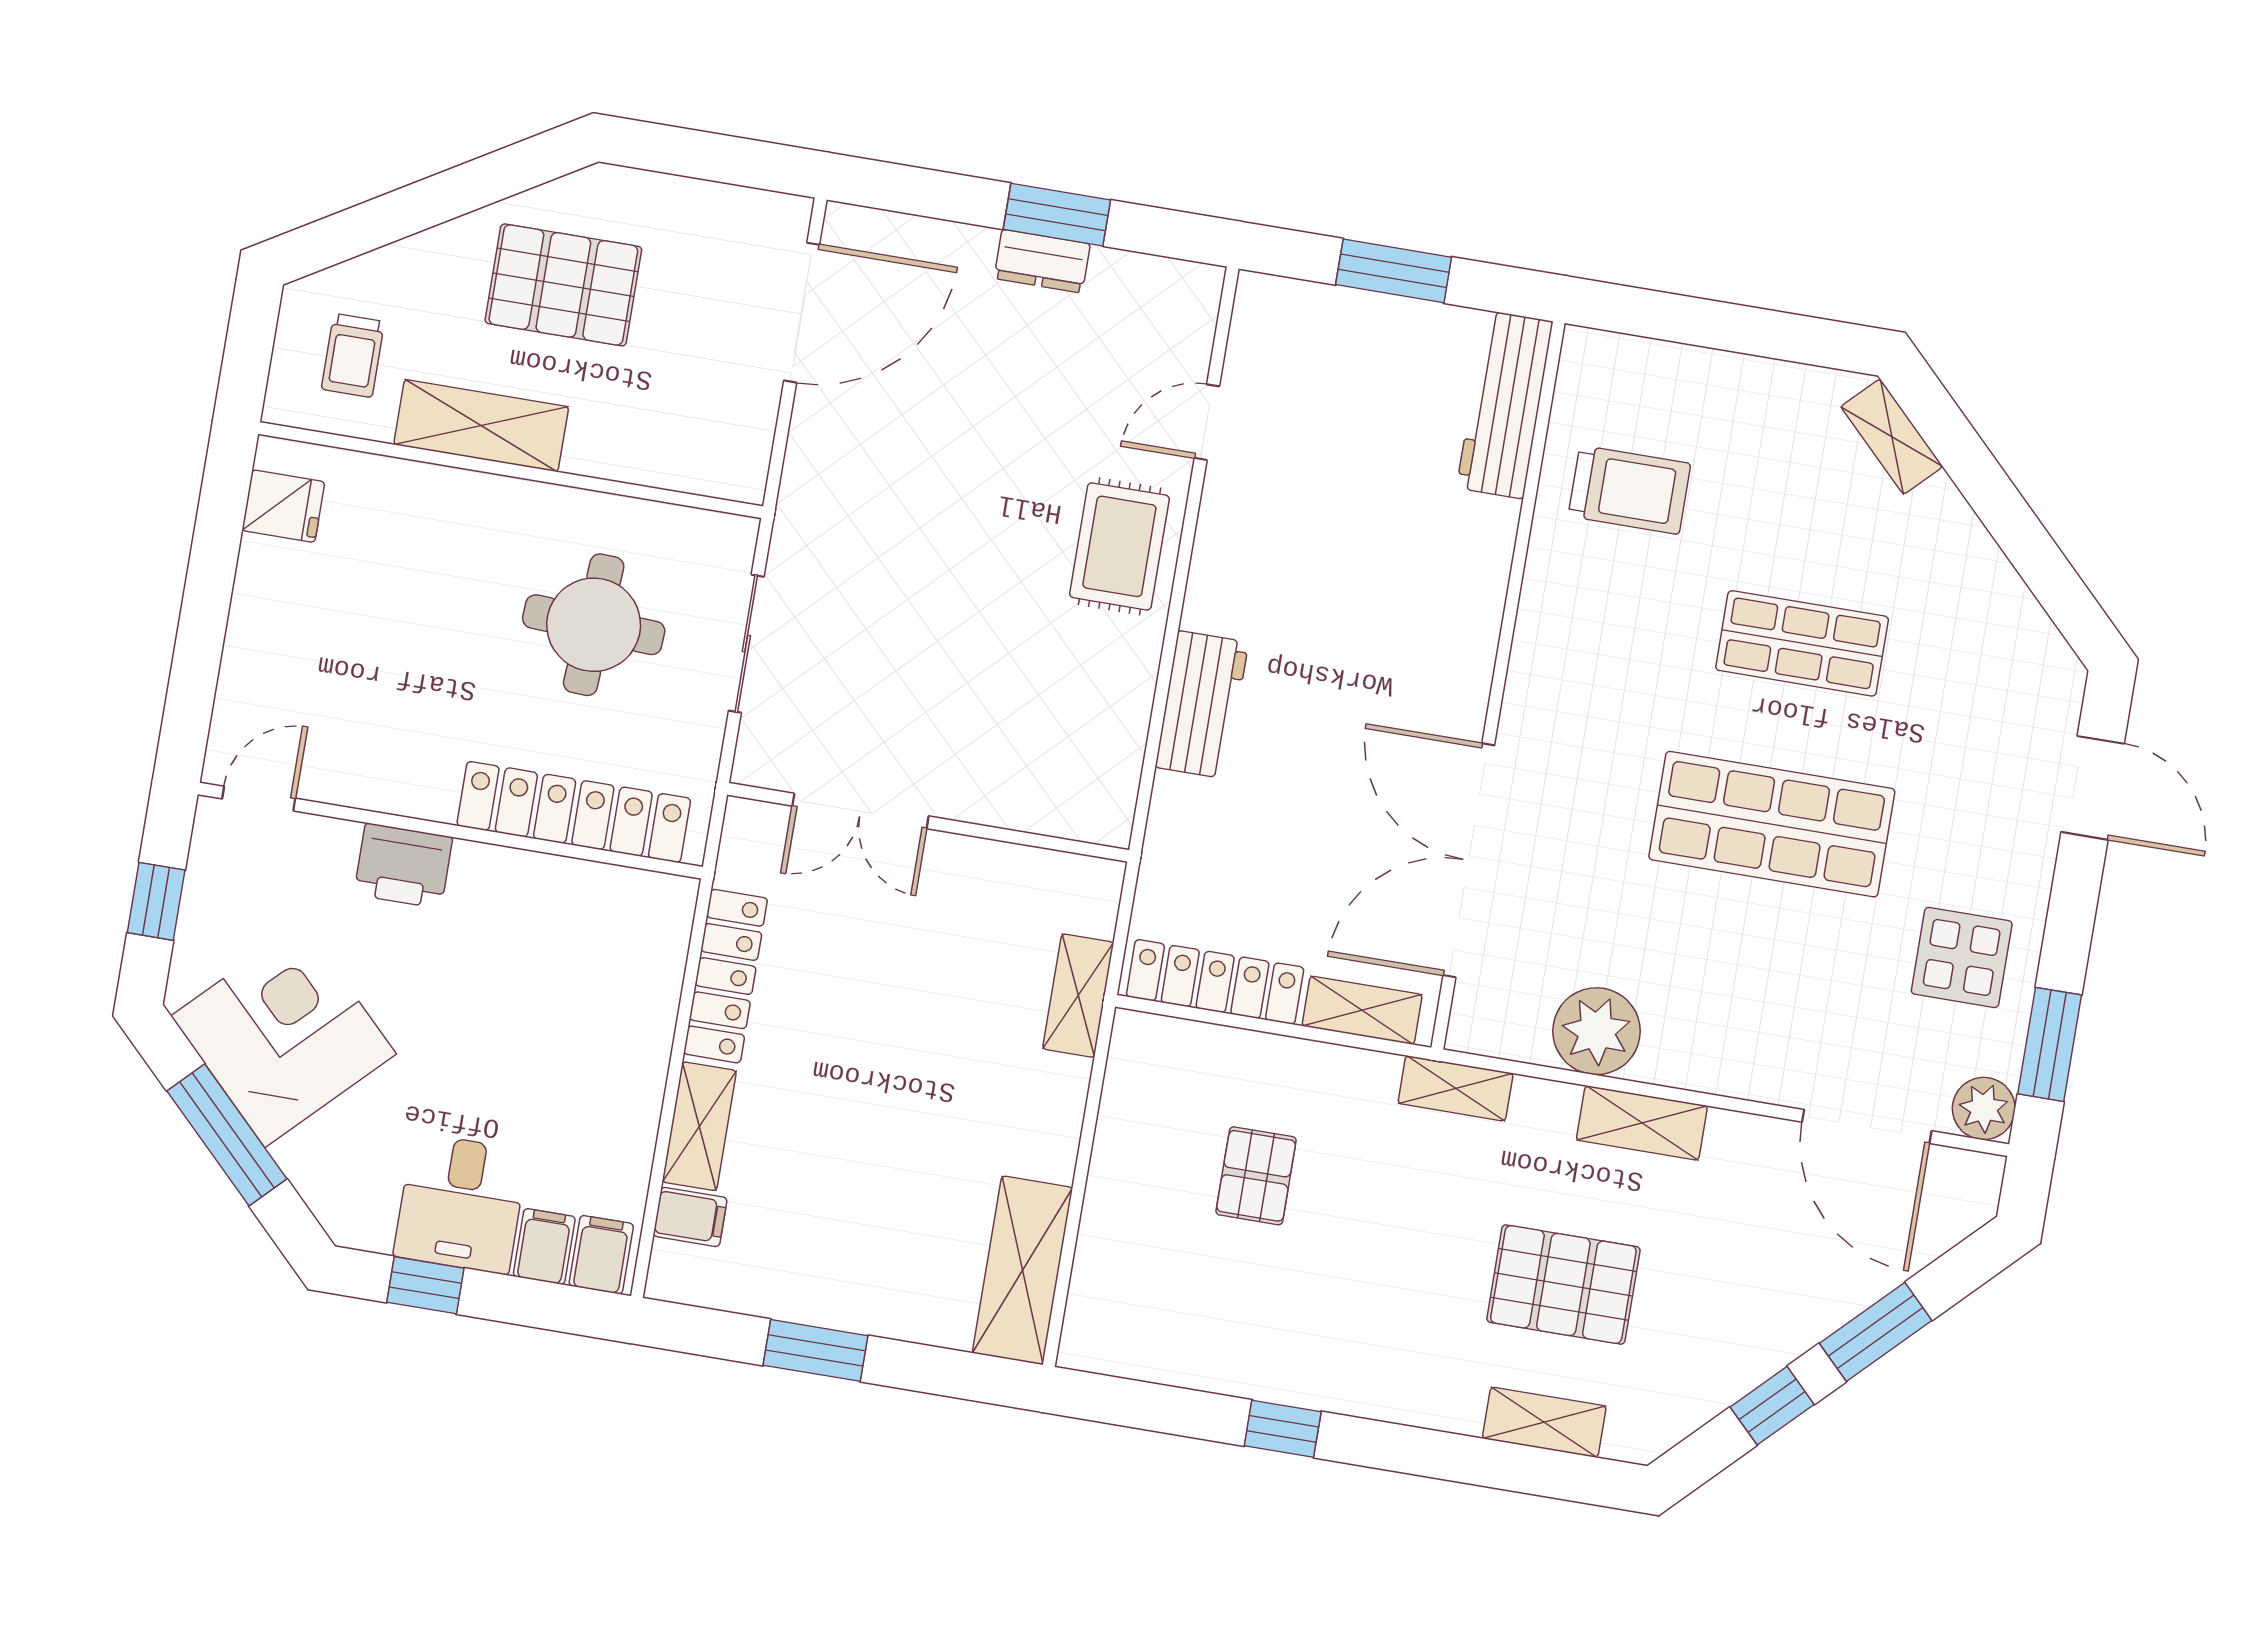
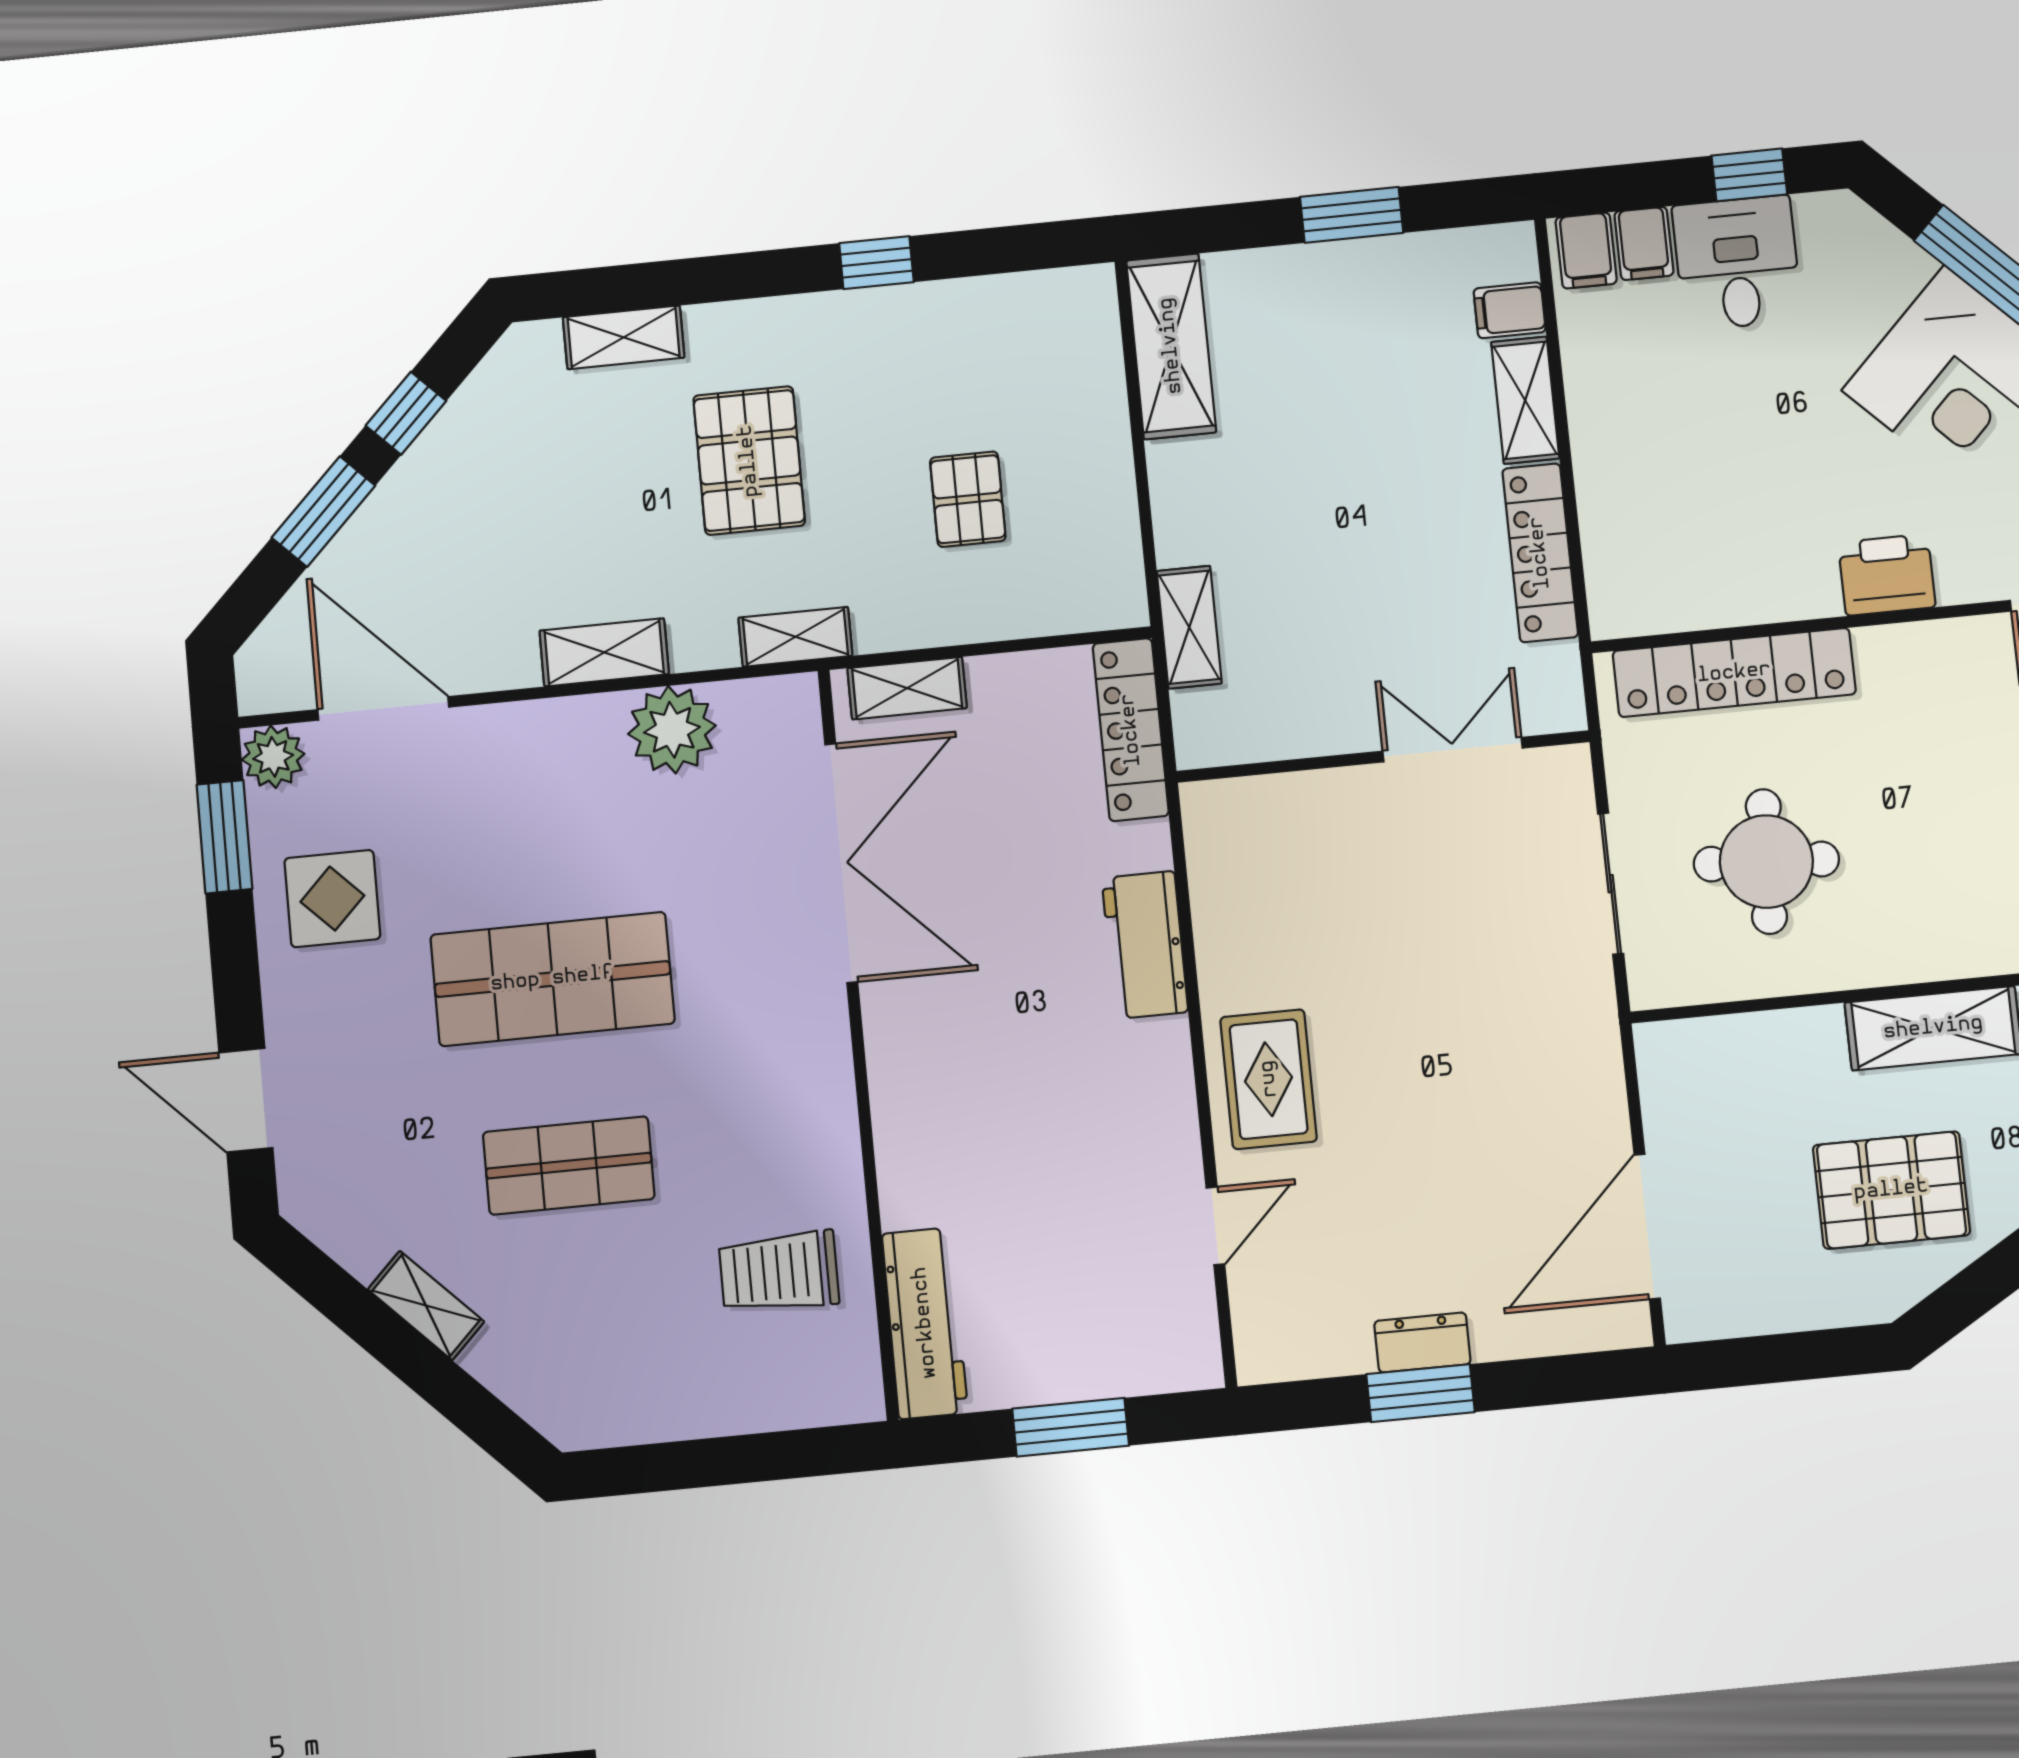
shelving: (1892, 437) -> (426, 1305), moved
locker: (1215, 982) -> (1131, 730), moved, turned 90
pallet: (1563, 1284) -> (749, 461), moved, turned 90

